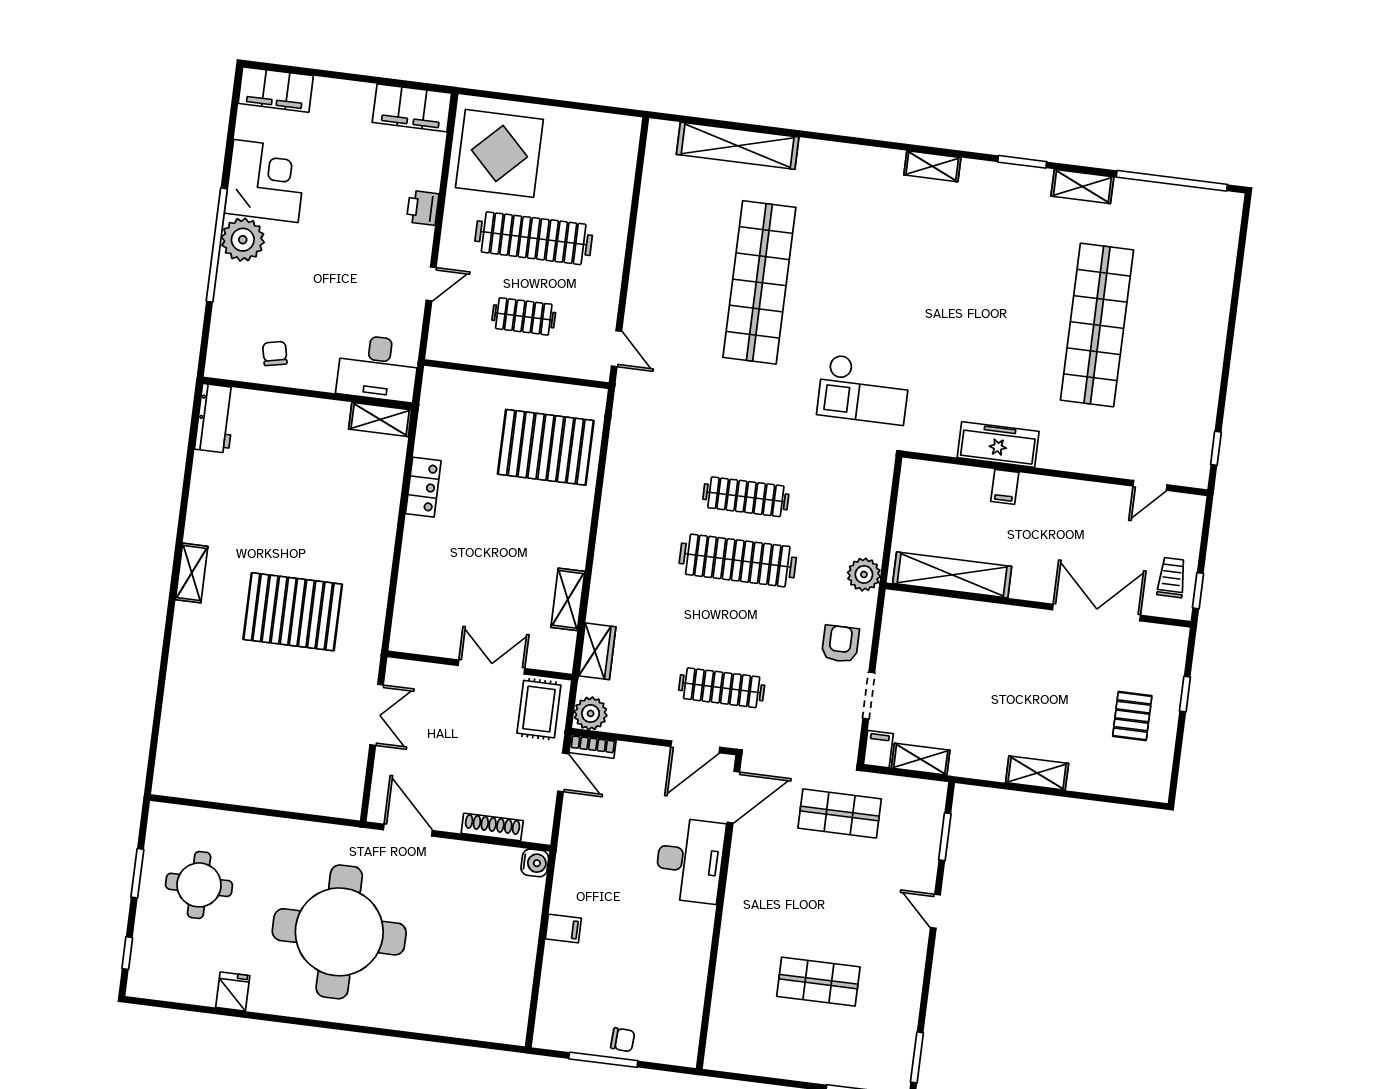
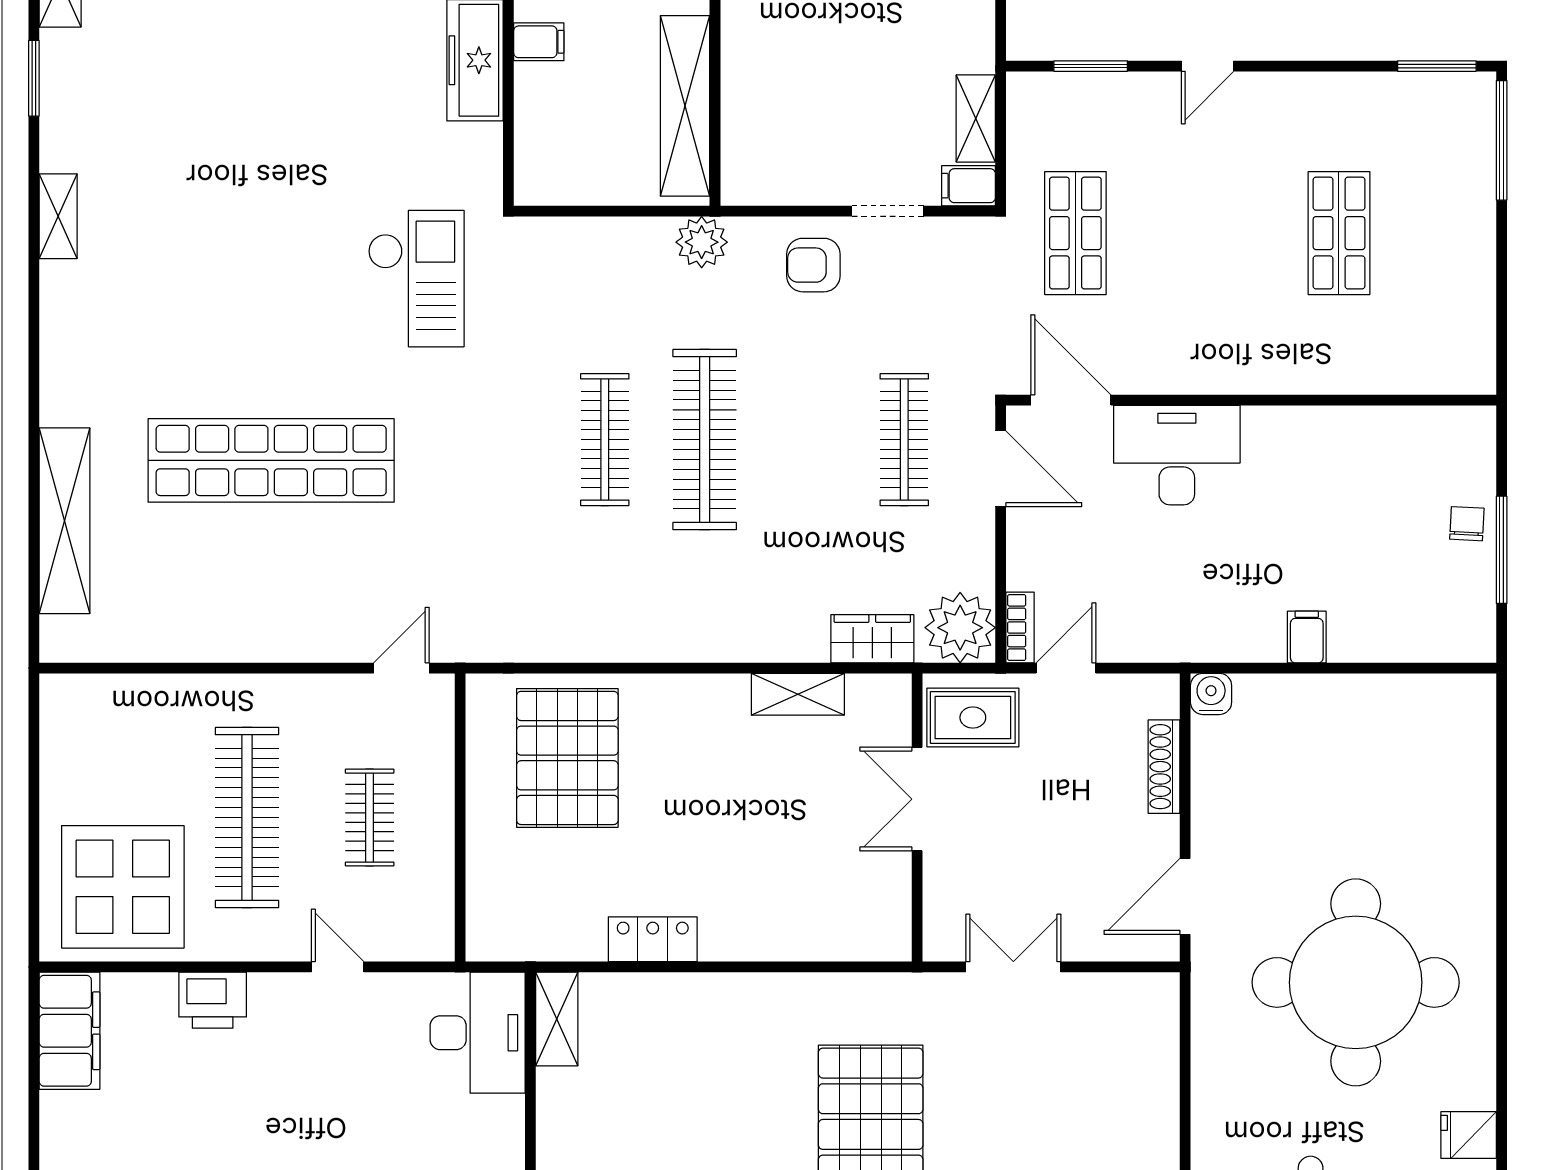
printer: (423, 208) -> (213, 1000), width x1.36, depth x1.24
plant: (591, 713) -> (960, 628), width x1.36, depth x1.36

